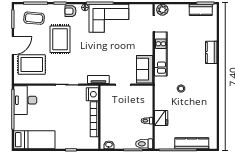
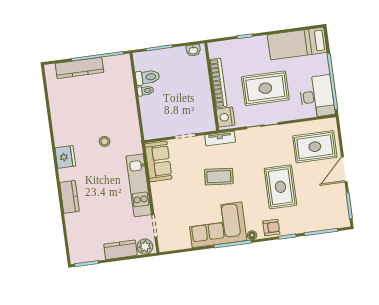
kitchen counter: (201, 10) -> (120, 250), moved
coffee table: (34, 18) -> (219, 177), moved
rug: (61, 111) -> (265, 88), added
fridge: (161, 118) -> (65, 157), moved, turned 180
toilet: (144, 144) -> (148, 77), moved

